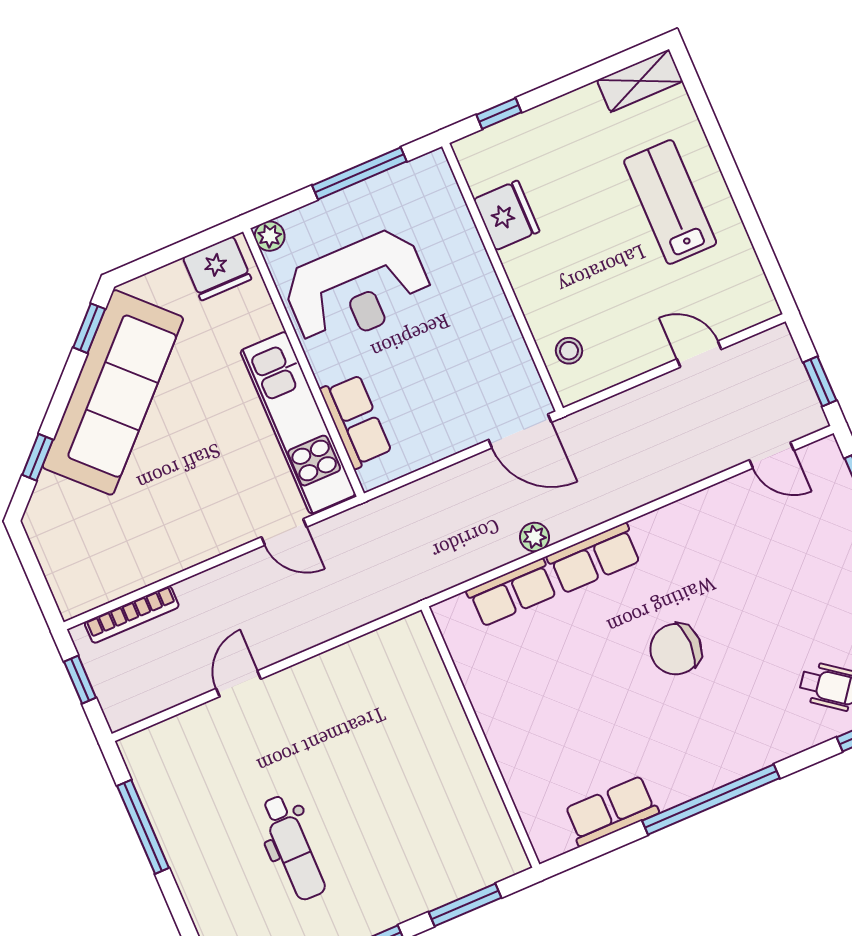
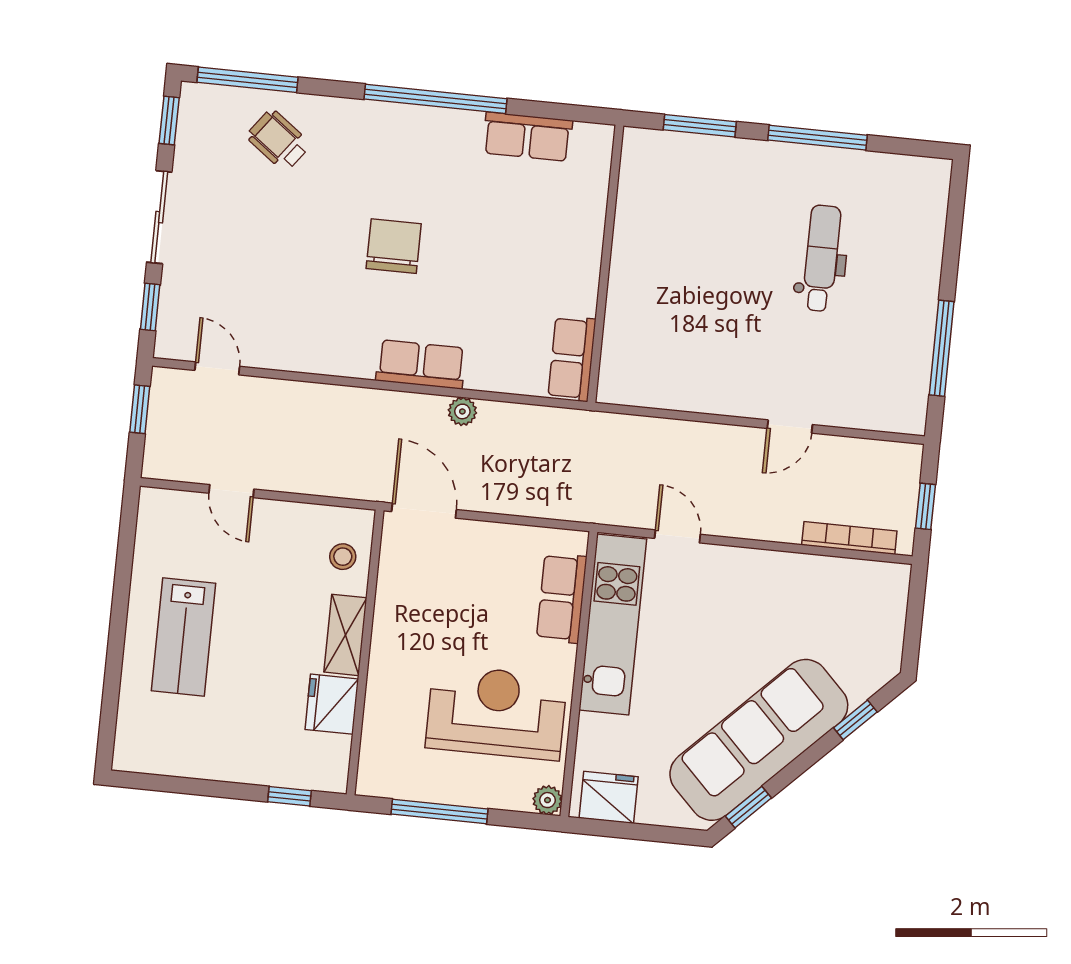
shelving: (640, 81) -> (345, 635), moved, turned 90
row of seats: (512, 593) -> (572, 359), moved, turned -90
chair: (676, 649) -> (394, 246), turned -90

